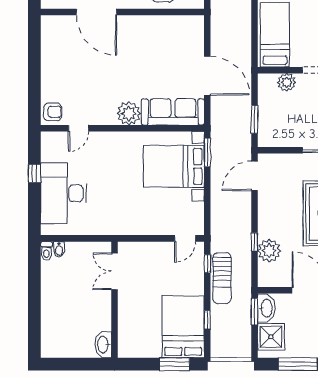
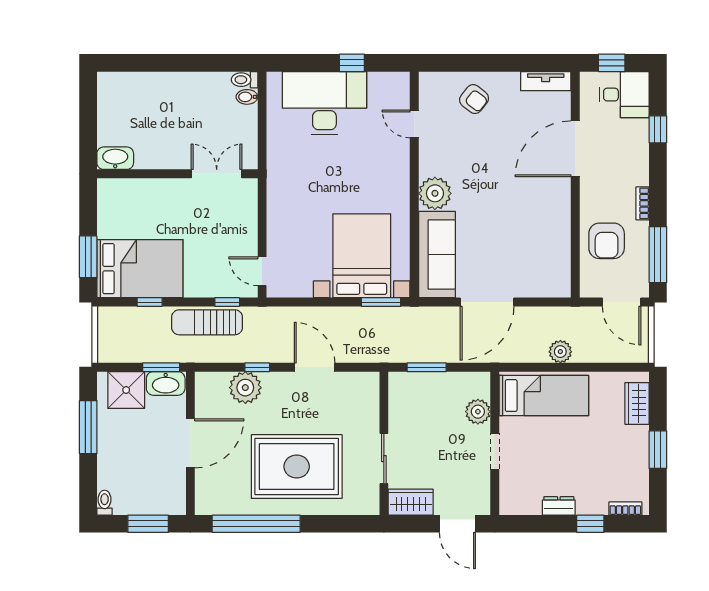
plant: (243, 23) -> (560, 352), added
tv unit: (48, 33) -> (546, 81), added
armchair: (53, 112) -> (474, 99), moved, turned -52
door: (254, 176) -> (315, 367), moved

